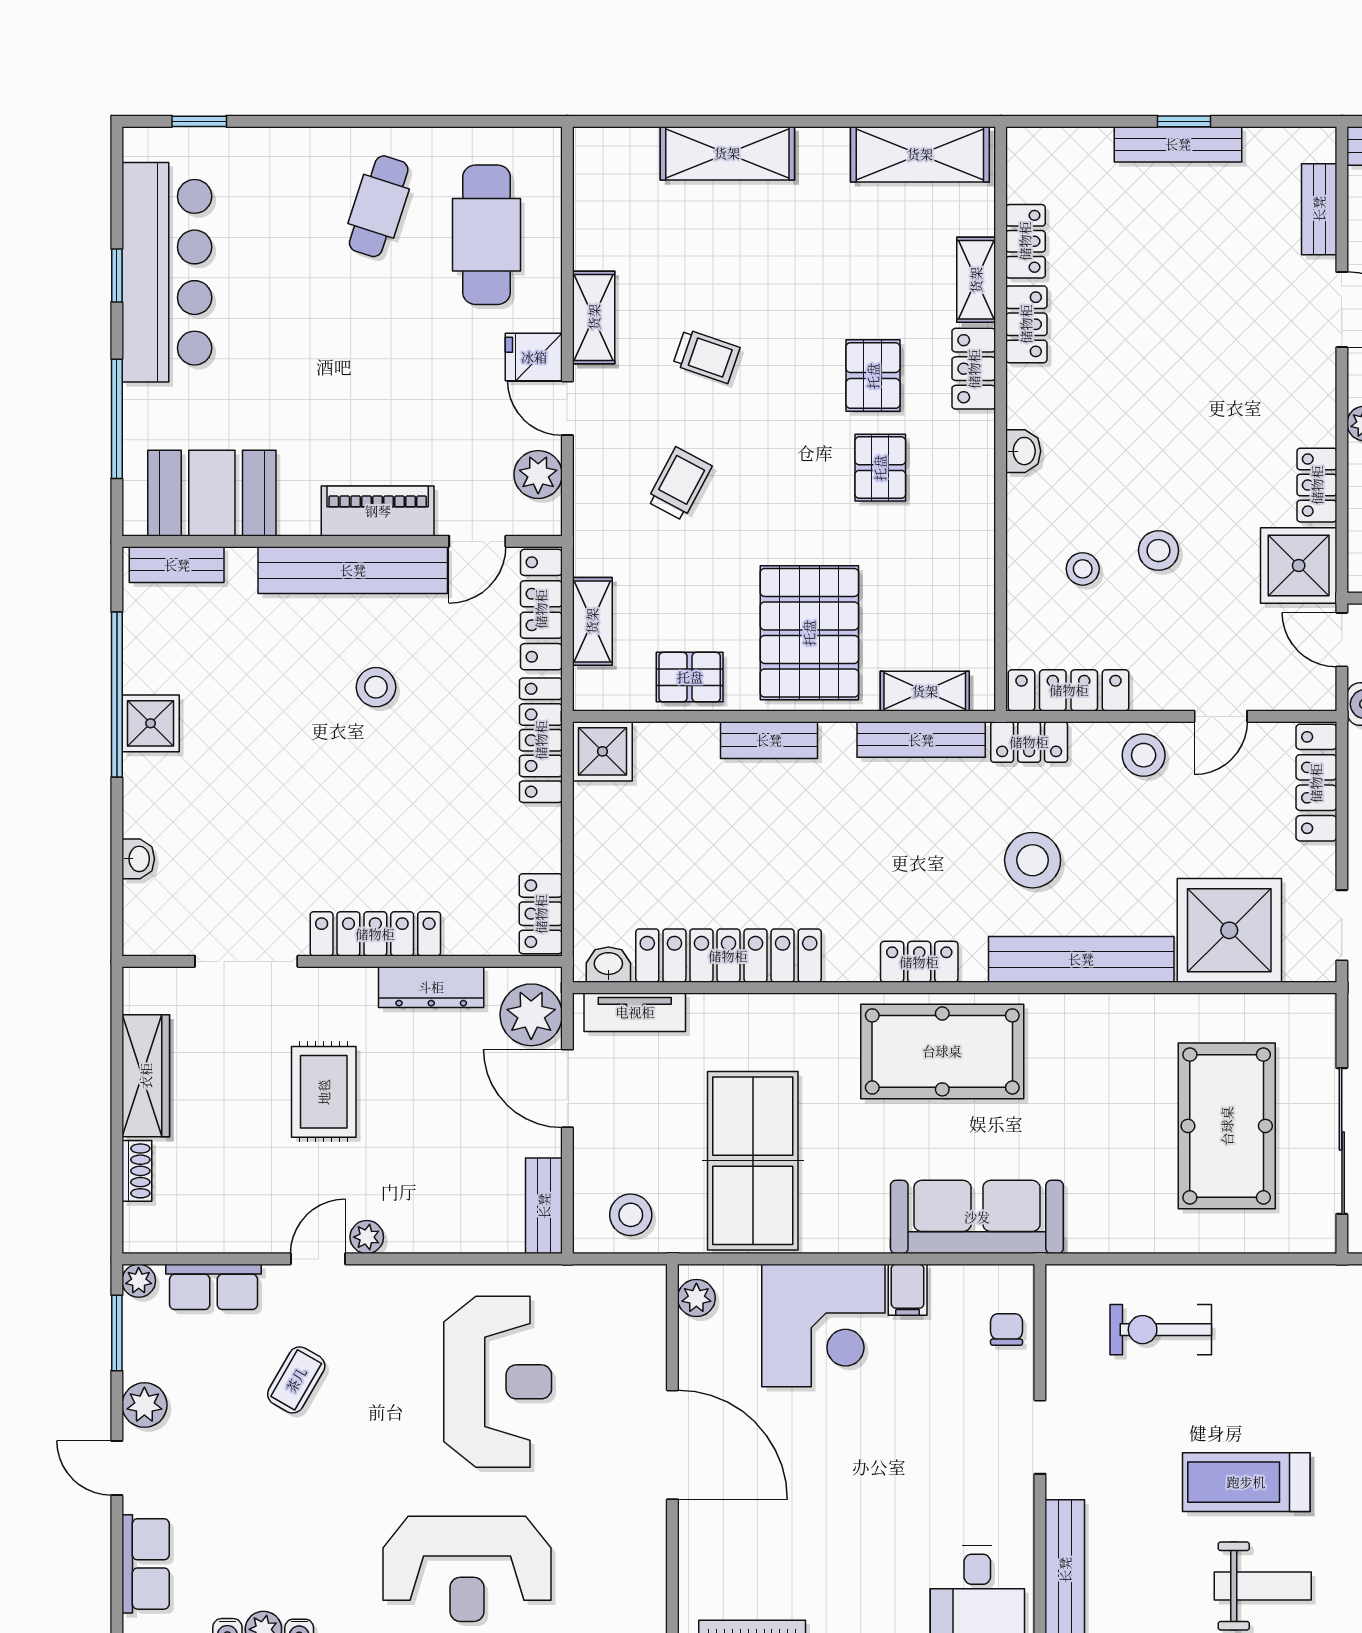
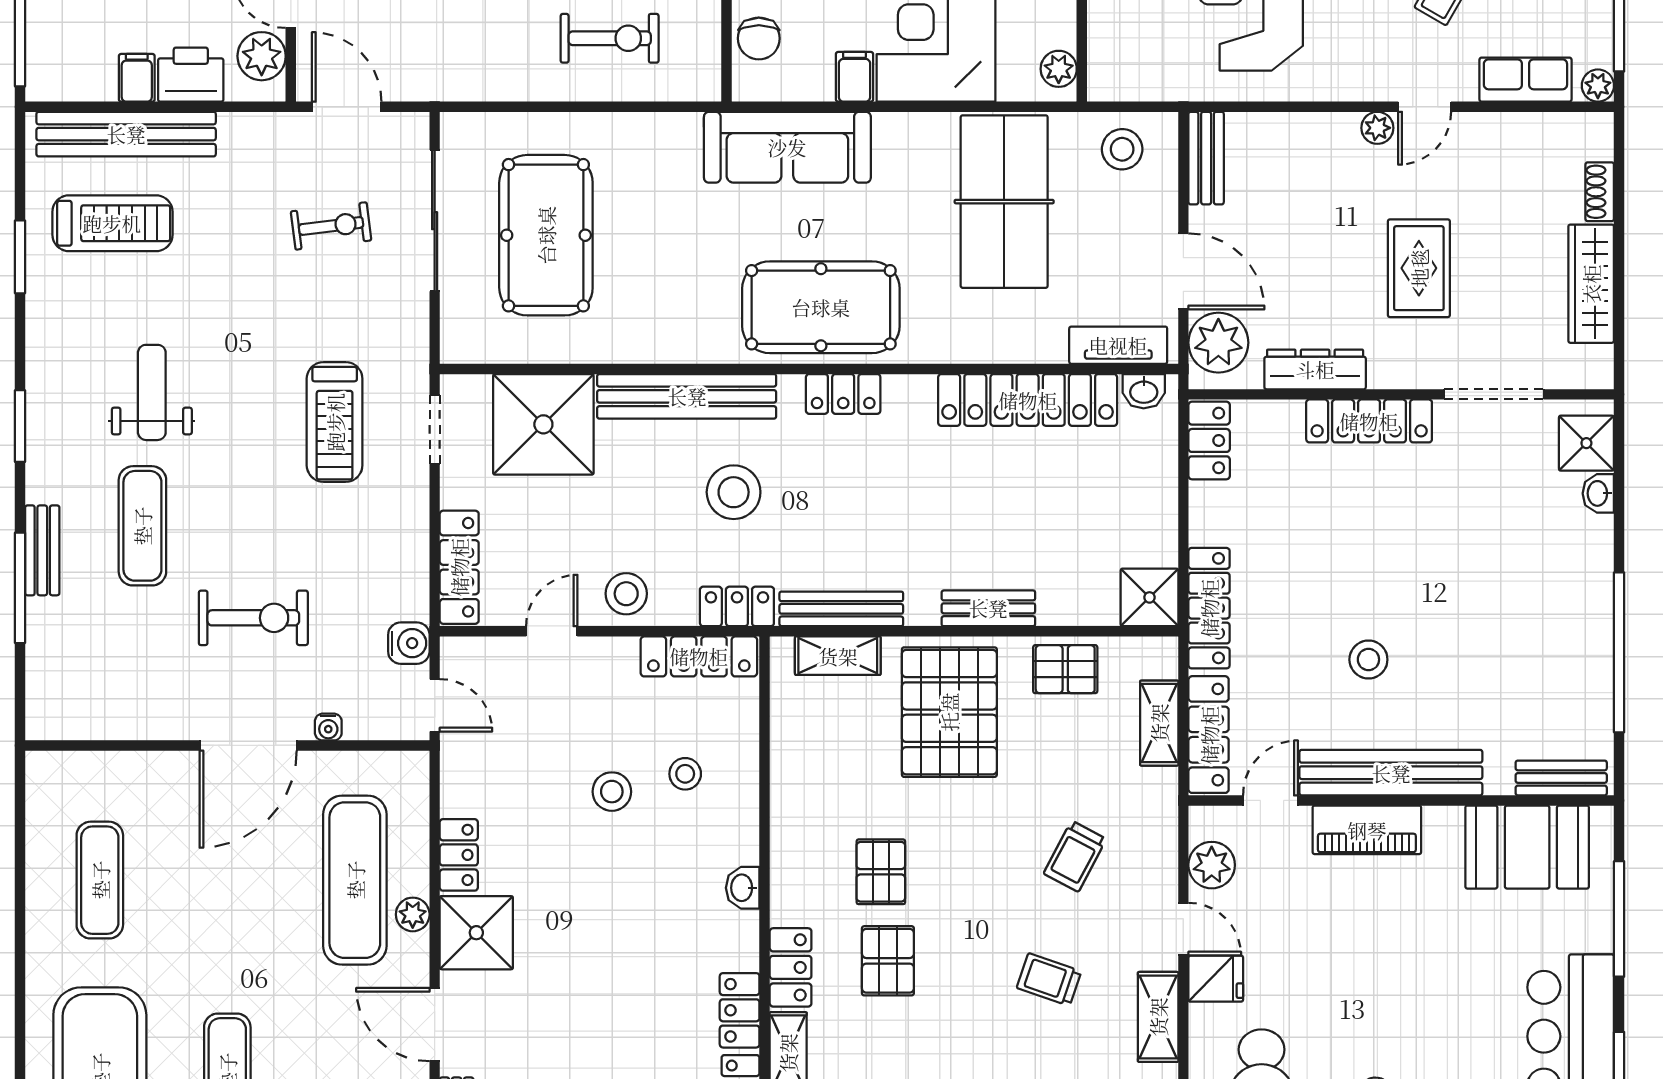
shower: (1299, 565) -> (476, 933), moved
shower: (151, 723) -> (1586, 443), moved
chair: (1006, 1329) -> (759, 38), width x1.37, depth x1.37

